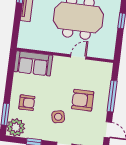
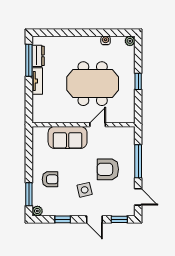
sofa: (33, 63) -> (68, 137), moved
plant: (16, 127) -> (37, 211), width x0.53, depth x0.53

